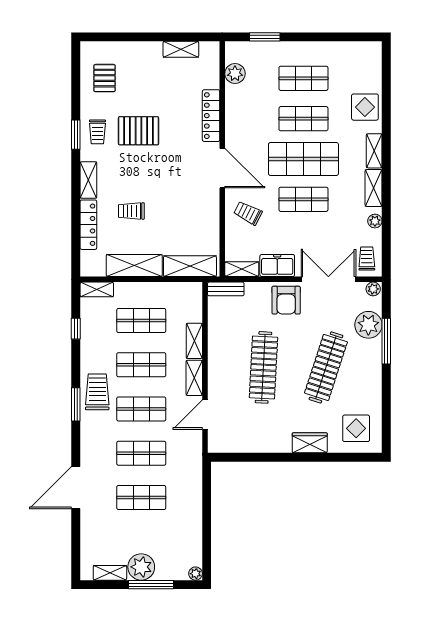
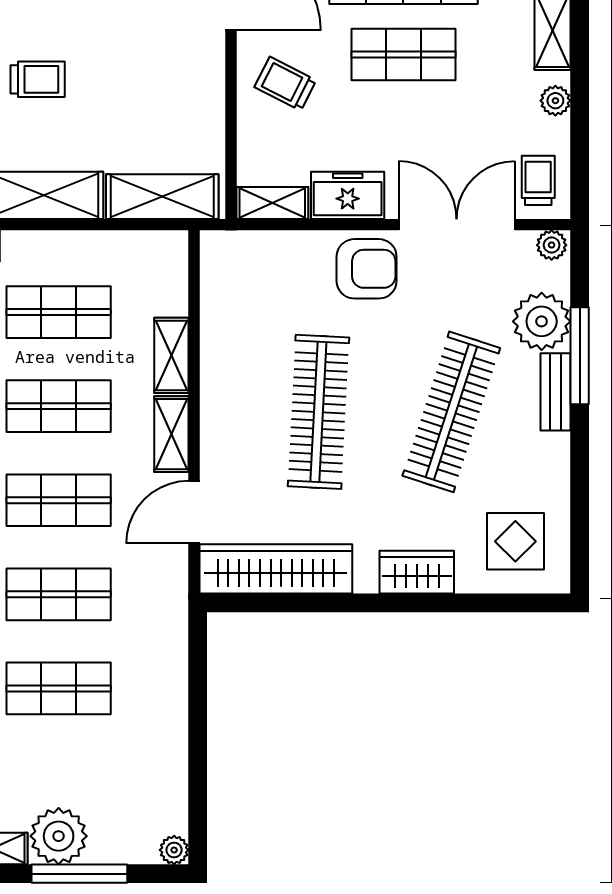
trolley: (131, 211) -> (38, 79), turned 180
bench: (226, 289) -> (556, 392), moved, turned 90
armchair: (286, 300) -> (367, 269), turned -90
wardrobe: (243, 441) -> (276, 569), added

